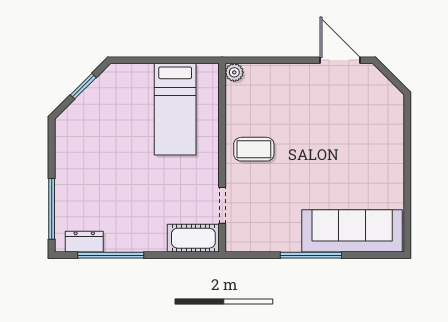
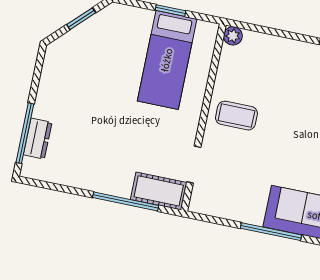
window: (169, 60) -> (171, 10), added
dresser: (84, 242) -> (38, 139), moved, turned 90
window: (111, 255) -> (126, 202), moved

